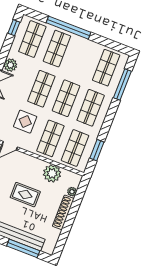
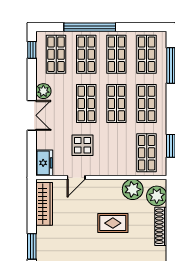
shop shelf: (50, 138) -> (116, 54), moved
plant: (72, 192) -> (157, 196), width x1.88, depth x1.88

